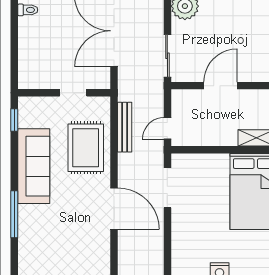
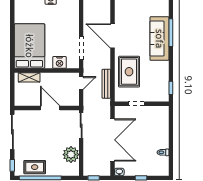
door: (221, 86) -> (50, 108), swing flipped
nightstand: (204, 164) -> (60, 62), added
sofa: (34, 166) -> (159, 39), moved

